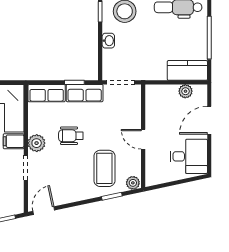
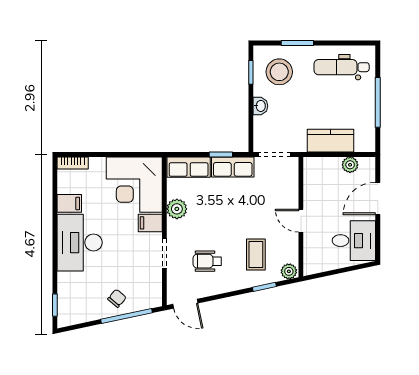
kitchen counter: (187, 70) -> (331, 141), moved
wheelchair: (71, 136) -> (207, 261), moved
plant: (37, 143) -> (177, 209), moved
coffee table: (104, 168) -> (256, 254), width x0.73, depth x0.77
door: (44, 211) -> (185, 304), swing flipped

